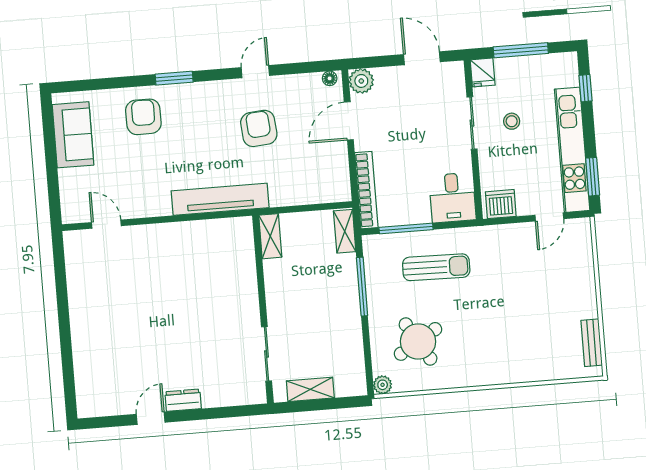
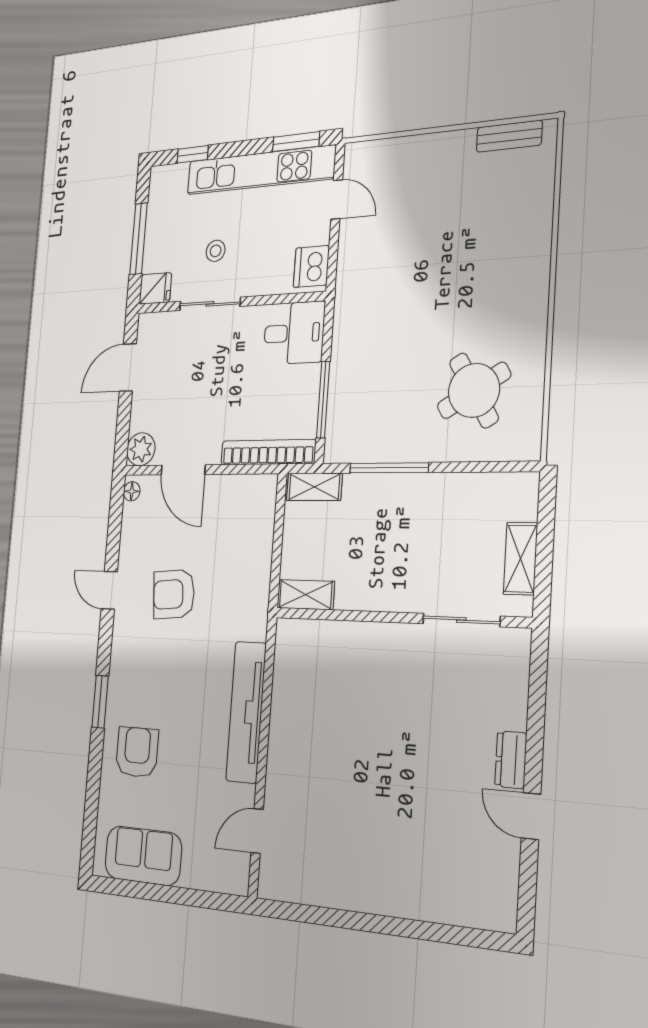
armchair: (143, 117) -> (137, 752), turned 90
tv unit: (220, 199) -> (246, 712), moved
sun lounger: (436, 267) -> (378, 359), removed
plant: (383, 385) -> (528, 447), removed

